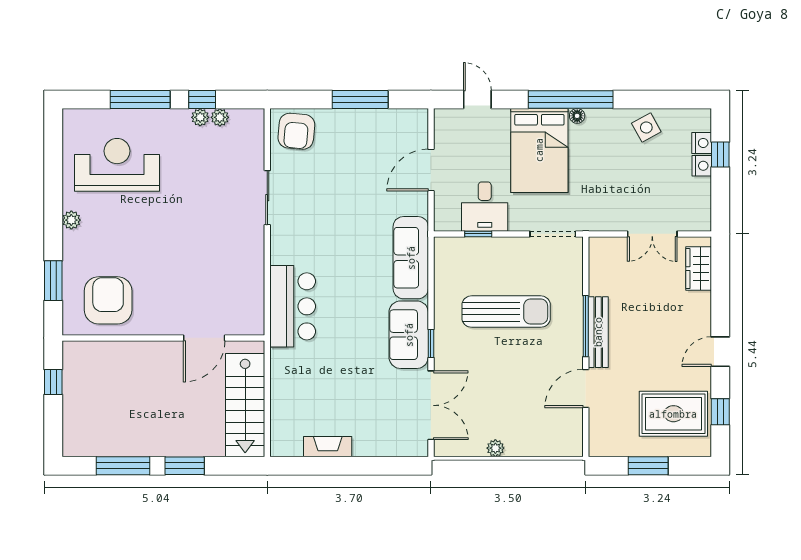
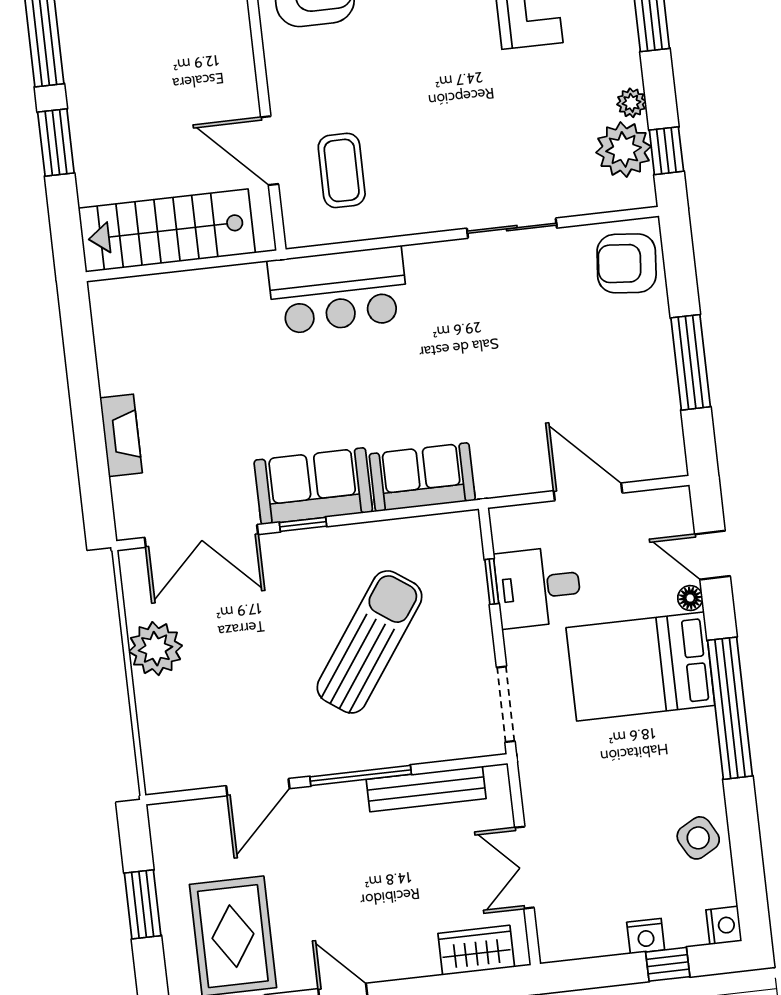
window: (202, 100) -> (666, 151), moved
door: (477, 100) -> (713, 555), swing flipped
floor lamp: (577, 116) -> (690, 598), moved
plant: (220, 117) -> (624, 149), width x1.88, depth x1.88
nightstand: (702, 143) -> (724, 925), moved, turned -90
sofa: (411, 258) -> (422, 477), width x0.73
coffee table: (221, 296) -> (342, 170), added
sun lounger: (506, 312) -> (370, 642), turned -145
bench: (598, 332) -> (426, 789), moved
door: (586, 388) -> (258, 787), swing flipped
fireplace: (328, 447) -> (121, 435), moved
plant: (495, 448) -> (155, 649), width x1.87, depth x1.87

